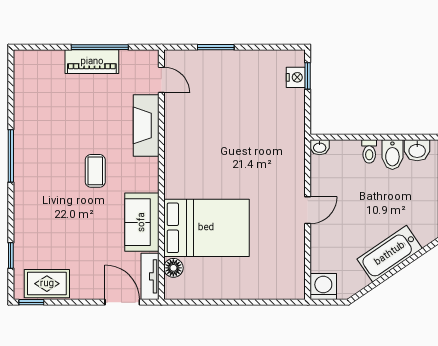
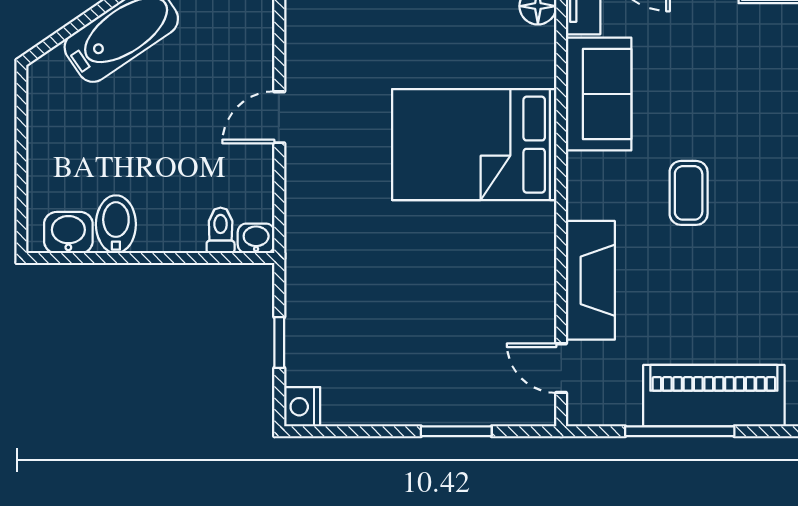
piano: (92, 62) -> (714, 396), width x1.37, depth x1.33
window: (308, 76) -> (279, 342), moved
nightstand: (296, 77) -> (302, 407), moved
toilet: (369, 151) -> (221, 230), moved
bed: (206, 228) -> (474, 145), moved

